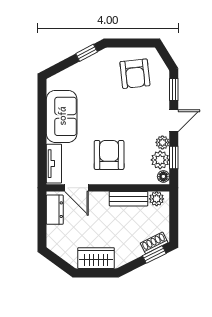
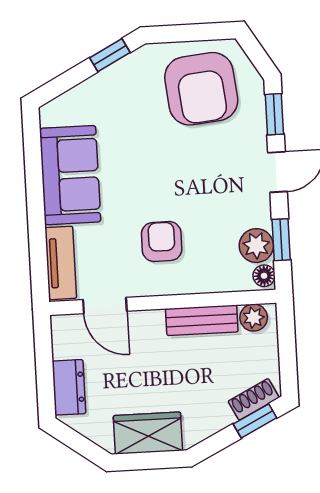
armchair: (135, 74) -> (201, 89), width x1.36, depth x1.36
plant: (162, 142) -> (259, 213), removed
armchair: (109, 155) -> (162, 242), width x0.72, depth x0.72
dresser: (55, 210) -> (69, 387), moved

